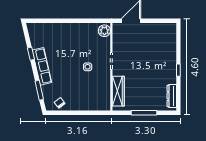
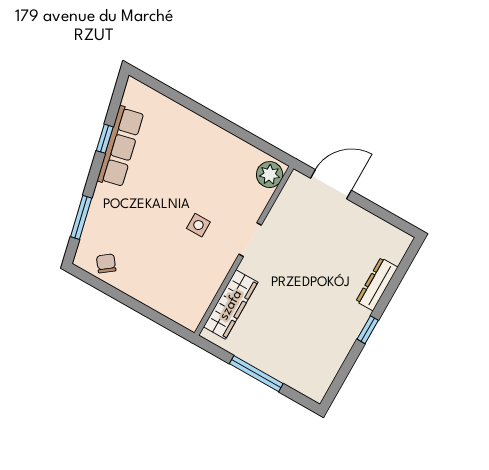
row of seats: (42, 66) -> (120, 147), moved
dresser: (172, 96) -> (377, 284), moved

